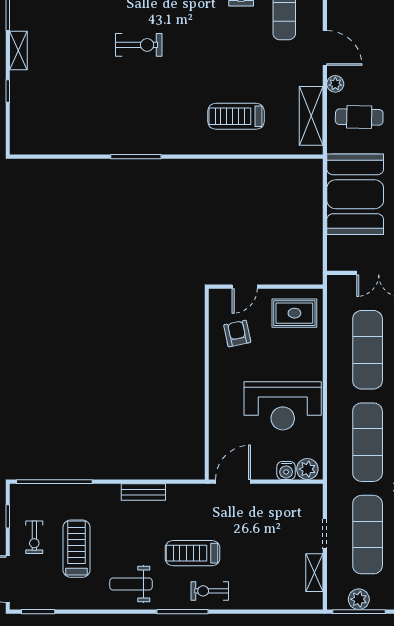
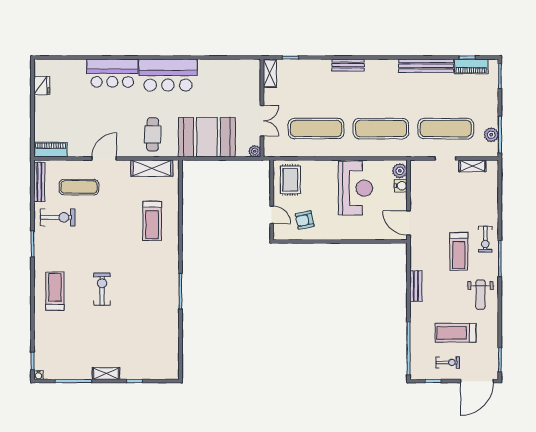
plant: (335, 84) -> (255, 151), moved

